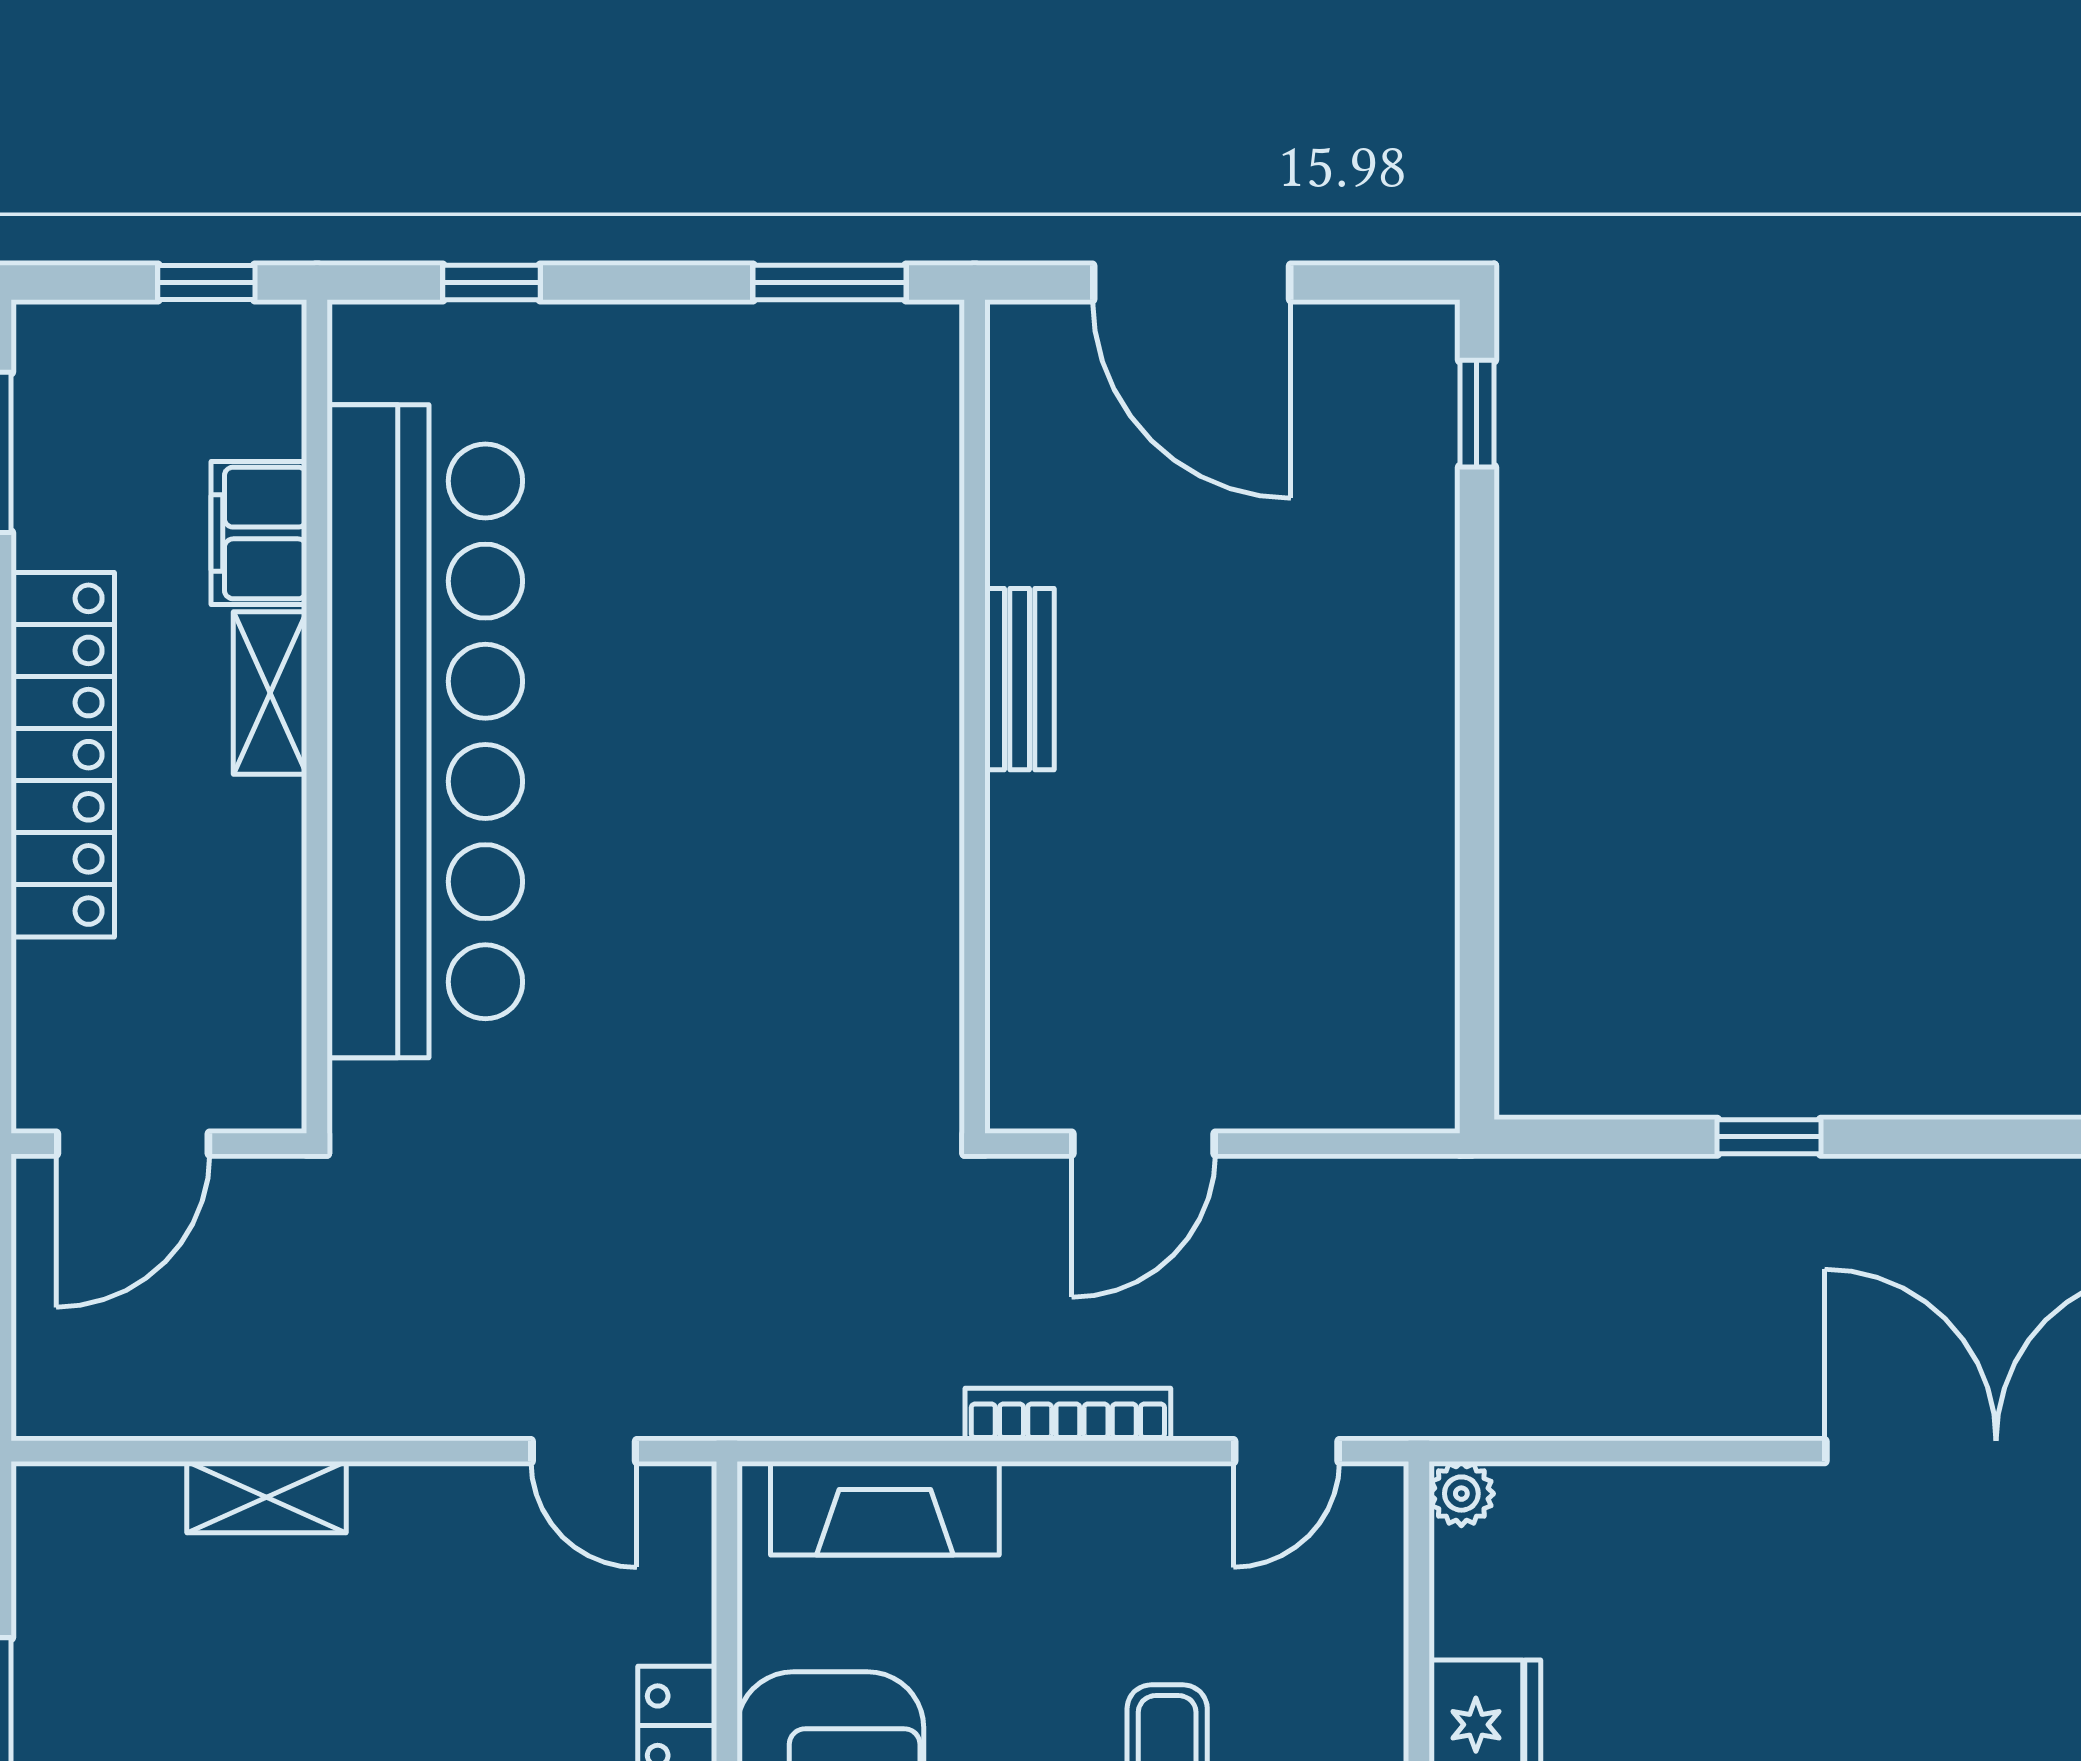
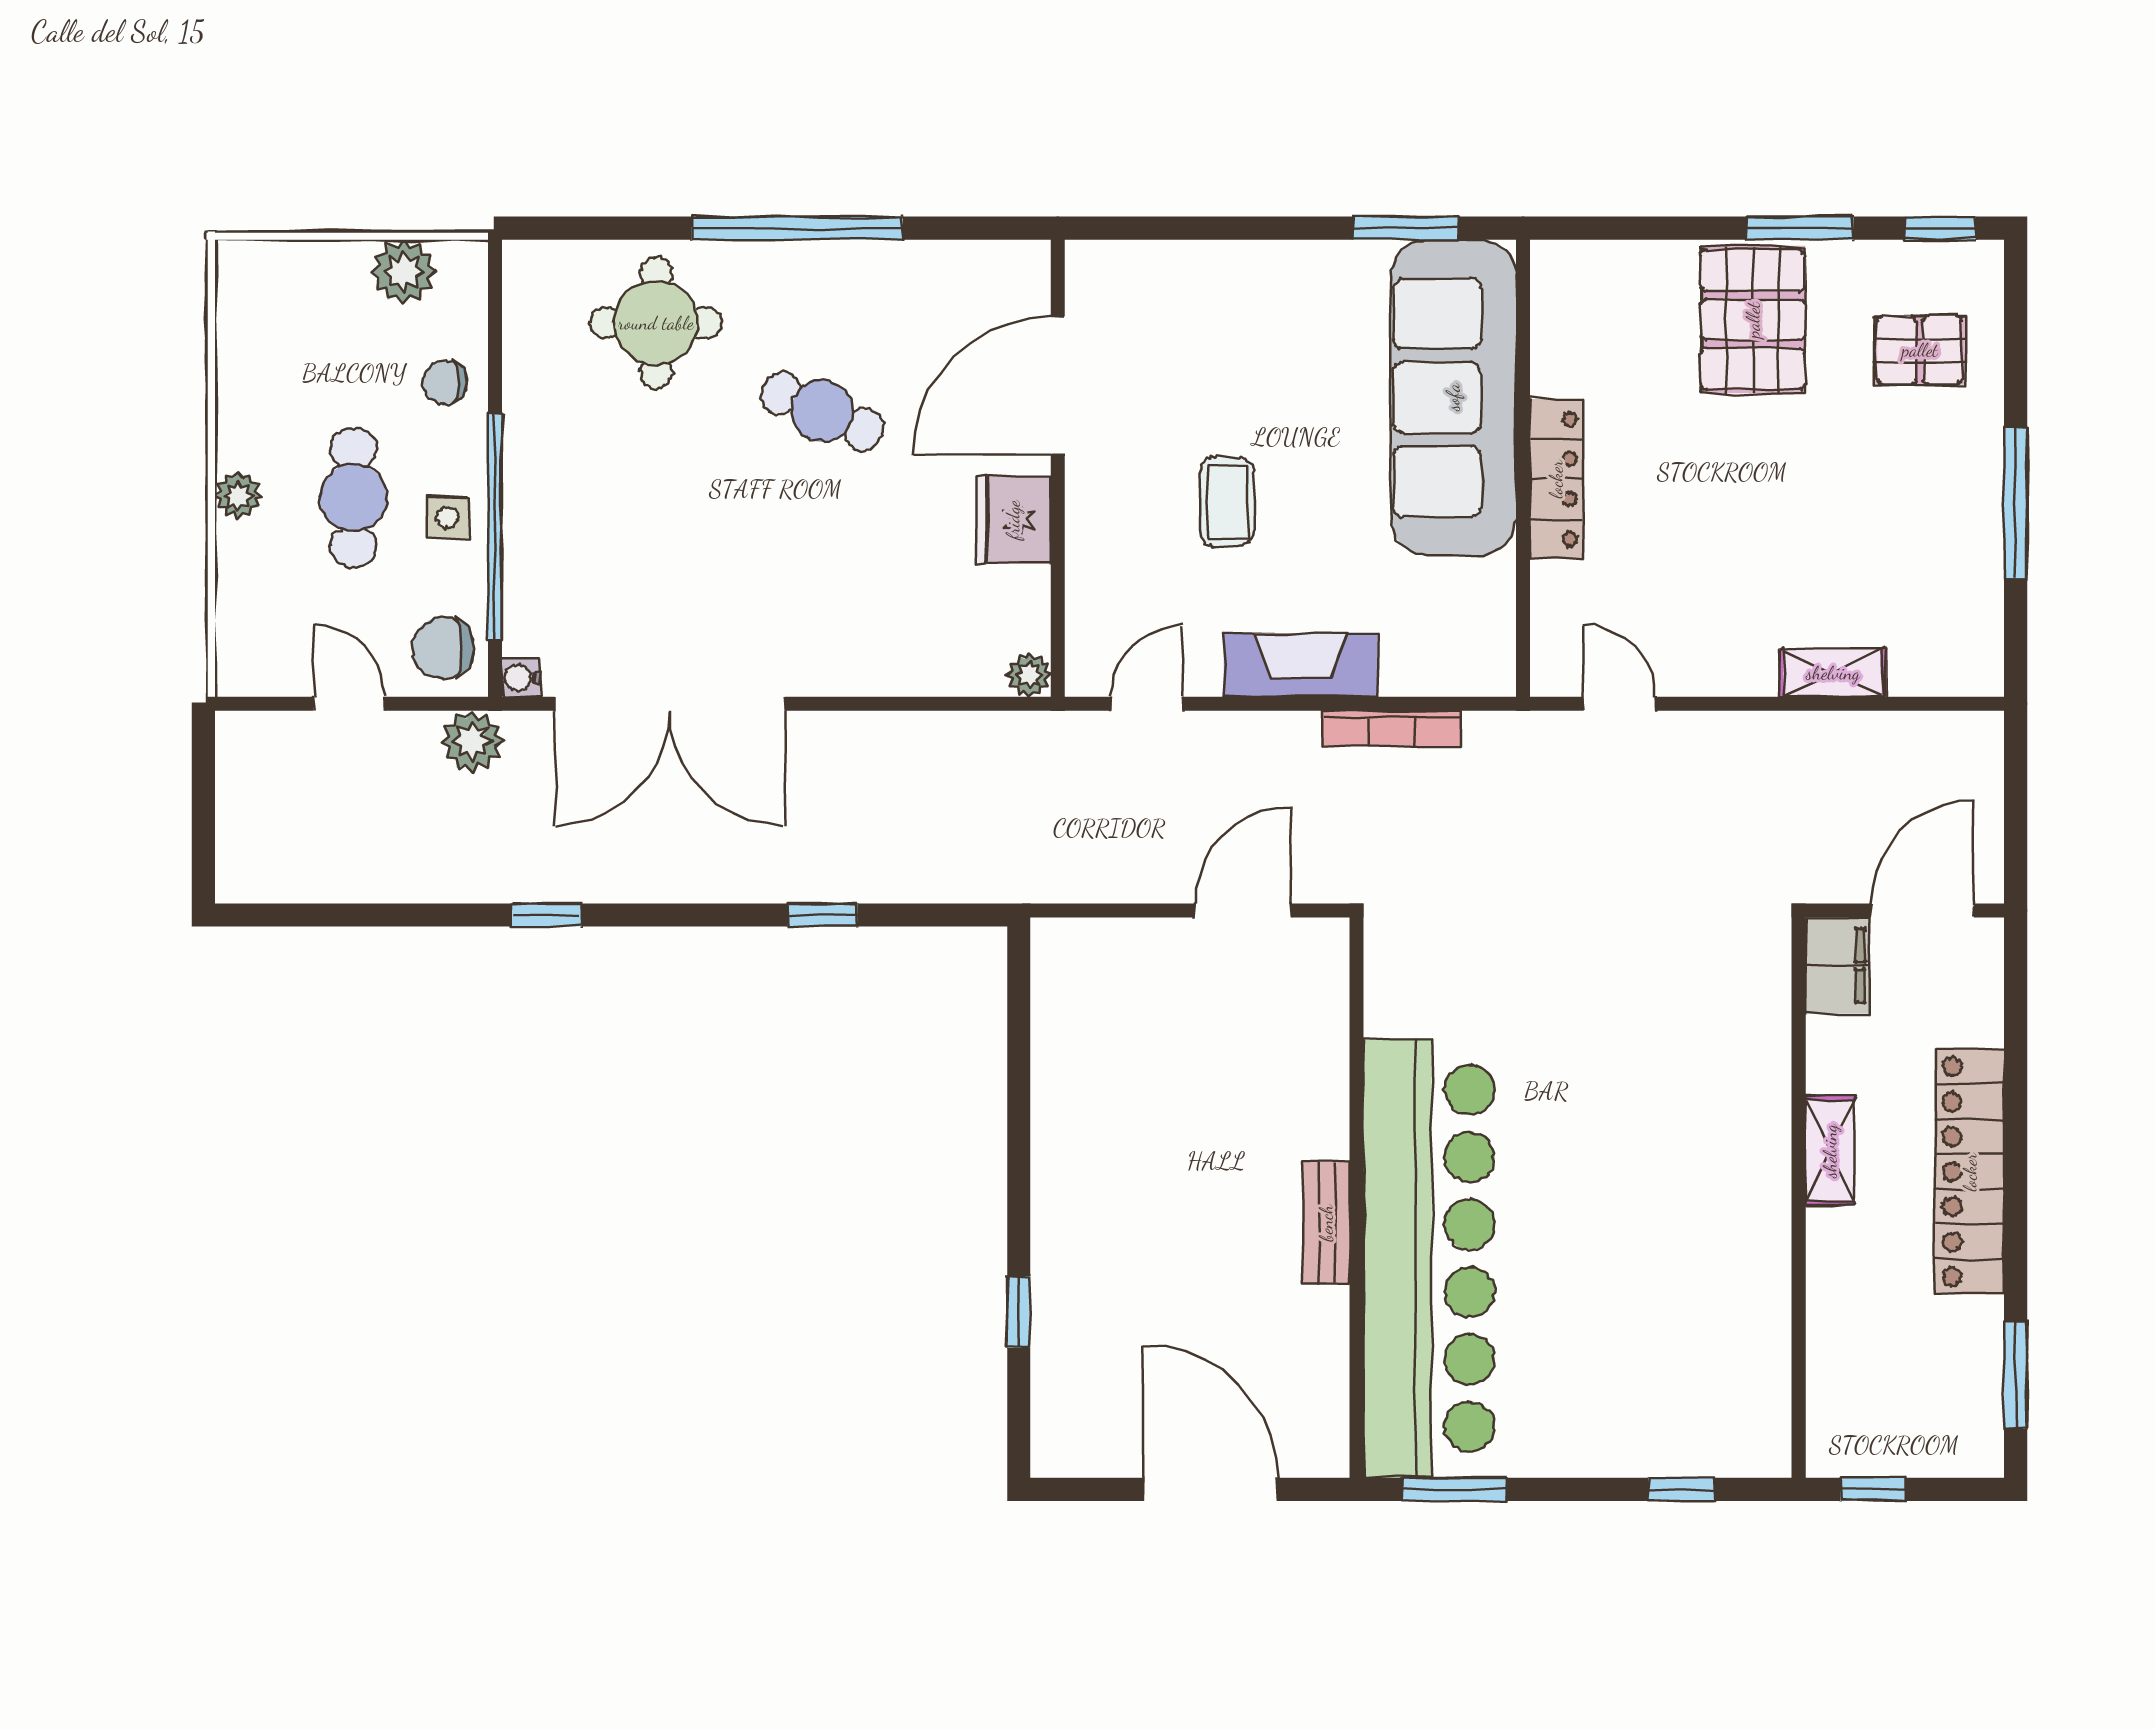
window: (1477, 414) -> (1019, 1312), moved
filing cabinet: (259, 533) -> (1838, 966), moved
shelving: (270, 693) -> (1830, 1151), moved
bar counter: (425, 731) -> (1429, 1258), moved, turned 180
bookcase: (1068, 1414) -> (1391, 728), moved
fireplace: (885, 1508) -> (1301, 665), moved

